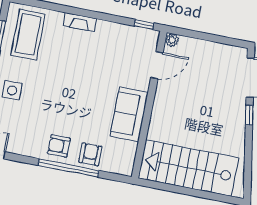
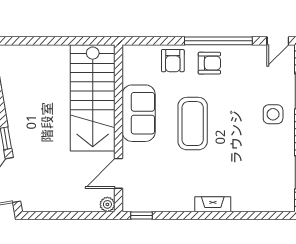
coffee table: (28, 34) -> (193, 124), moved
window: (68, 168) -> (218, 41), moved
stairs: (188, 168) -> (93, 98), moved, turned 90

